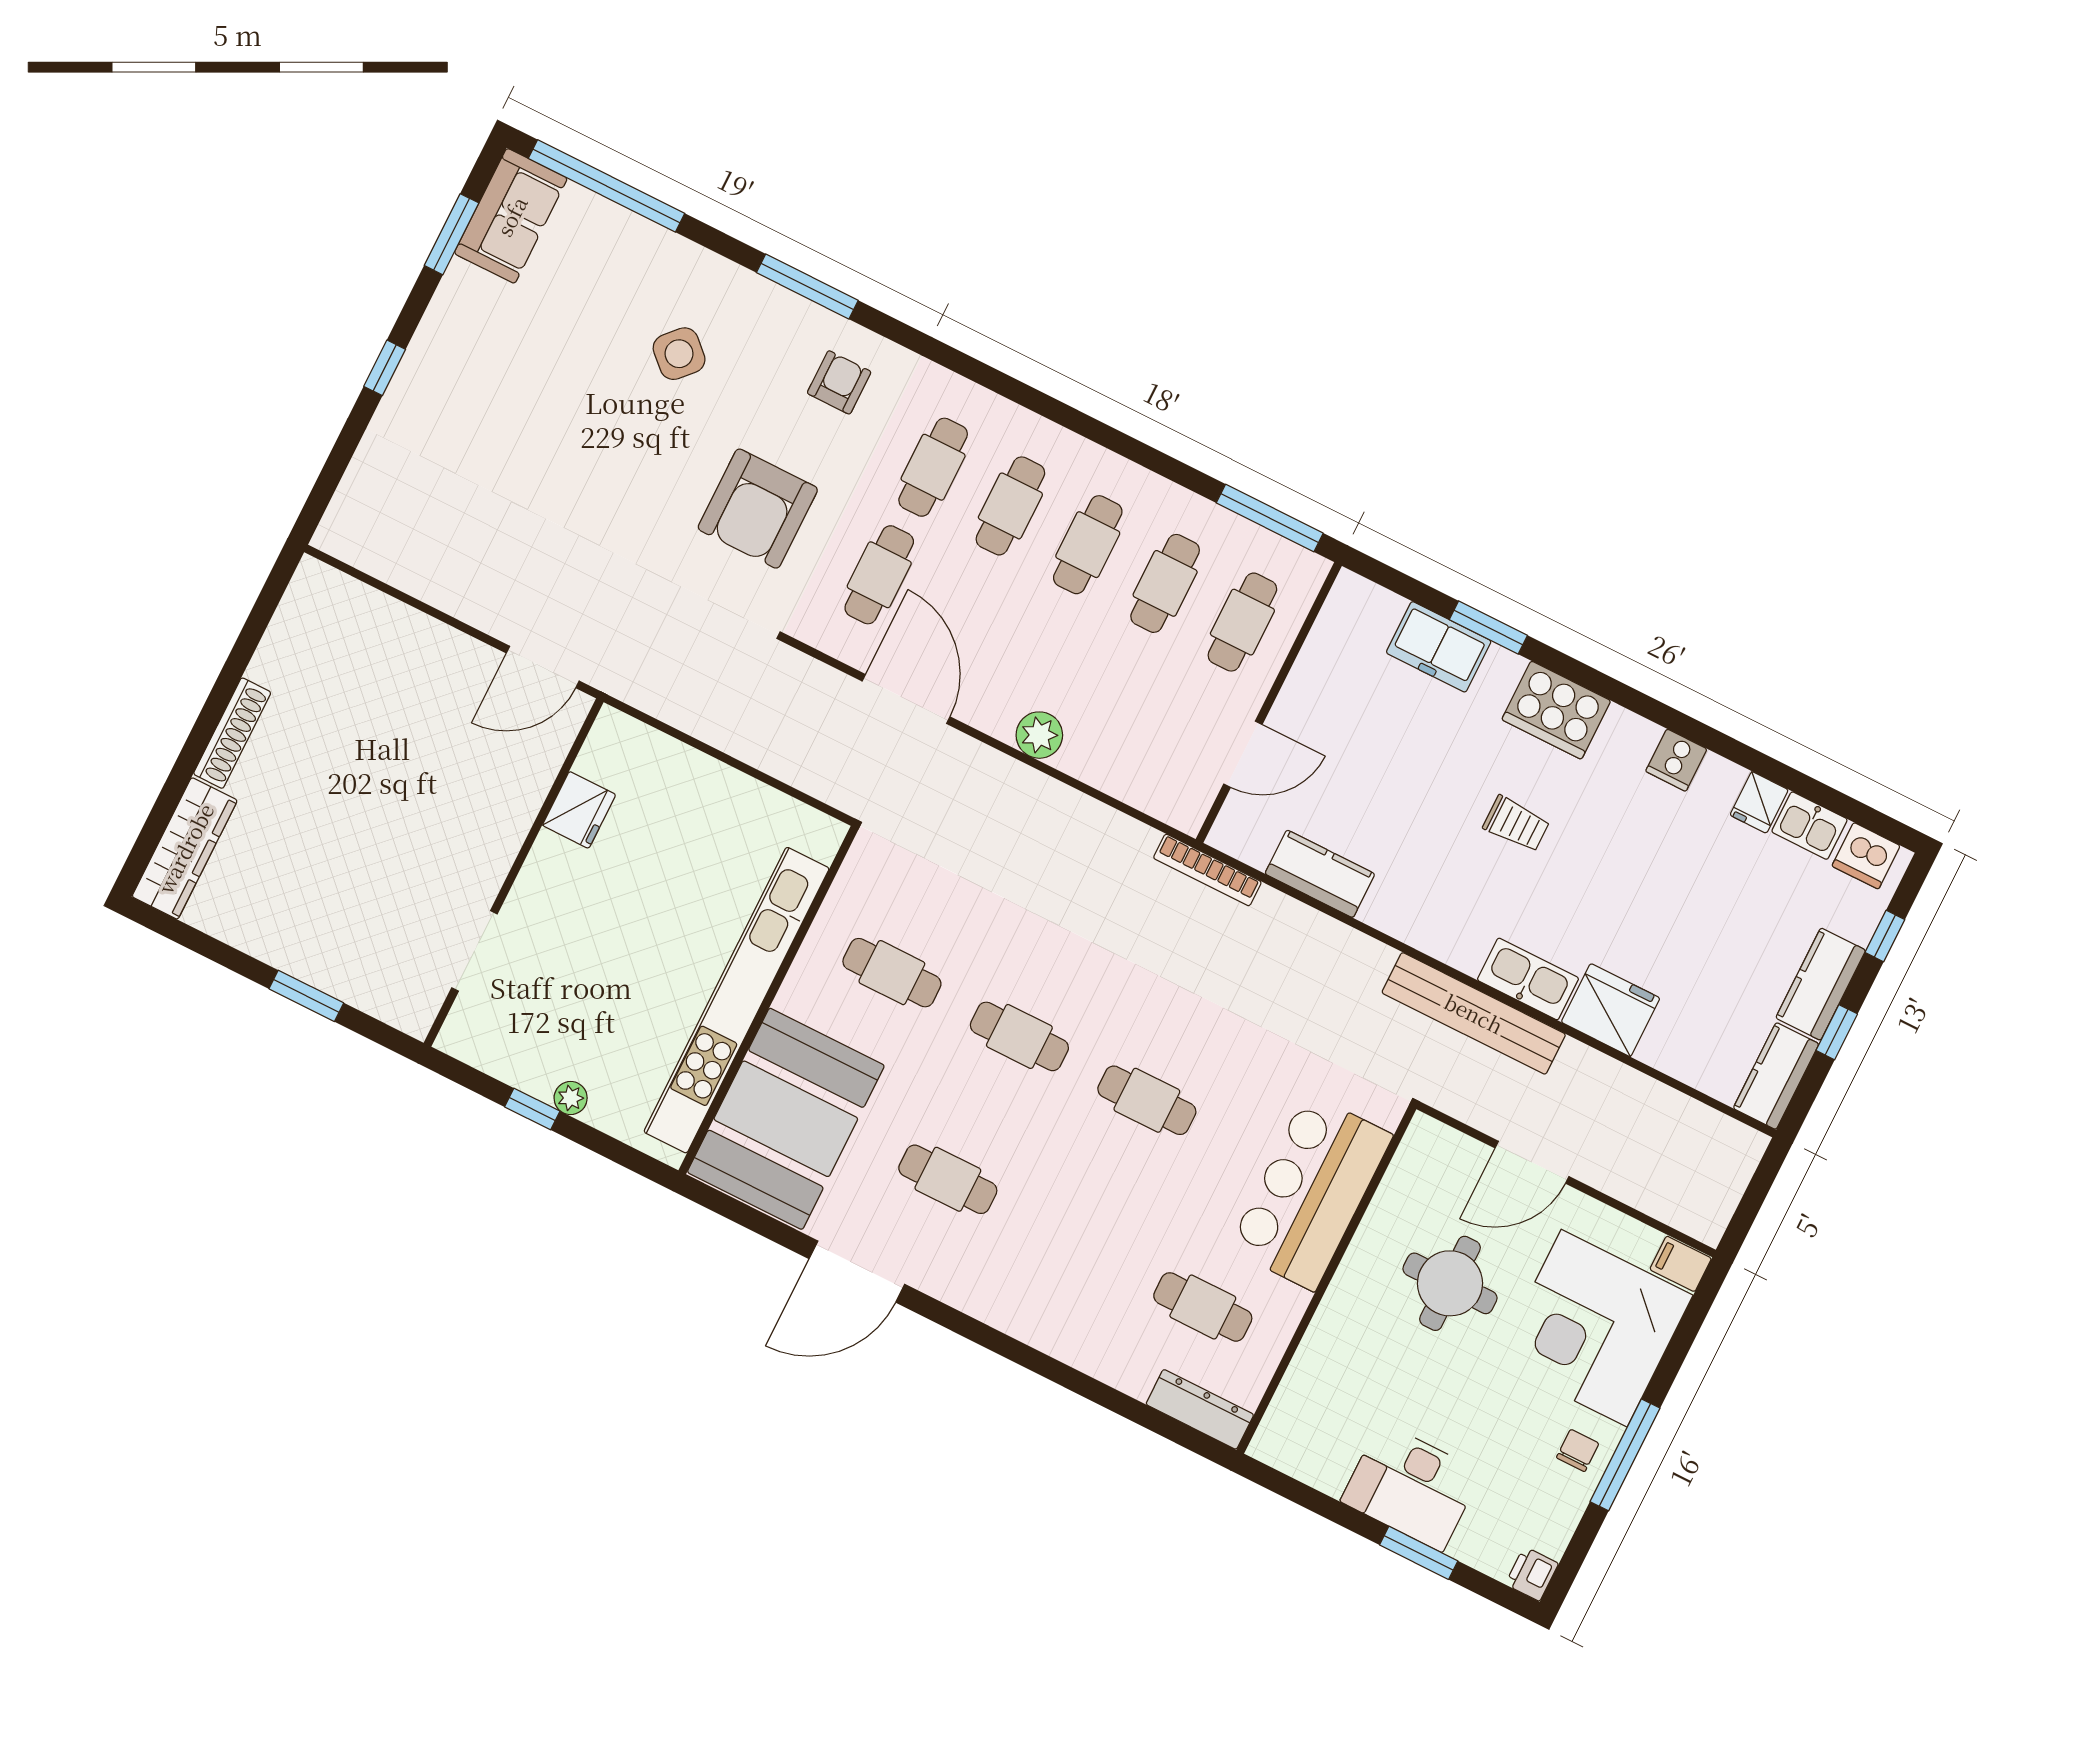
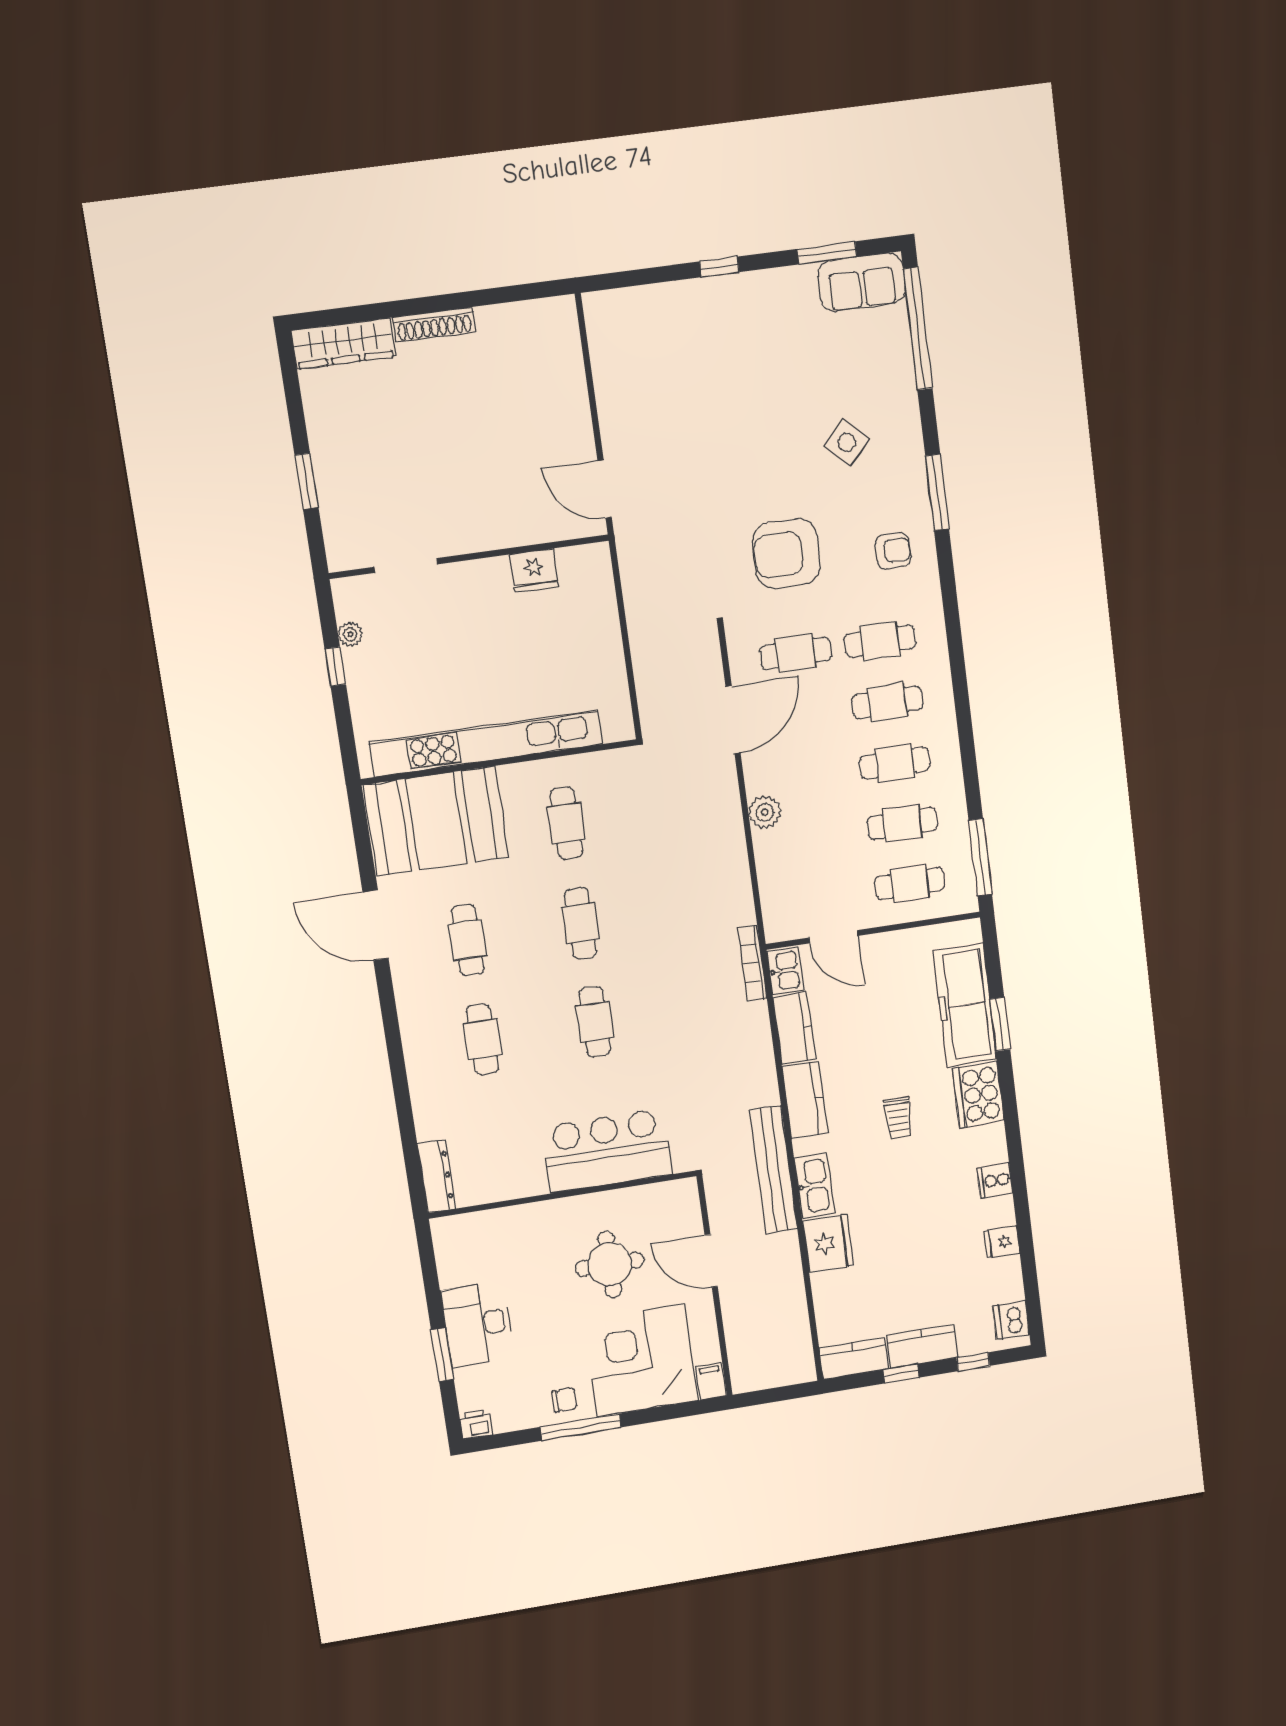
freezer: (1439, 647) -> (965, 1005), width x1.91, depth x1.26
kitchen sink: (1809, 826) -> (785, 971), moved, turned 180
kitchen counter: (1415, 920) -> (805, 1100), added
plant: (571, 1098) -> (350, 634), moved
cafe table: (1203, 1307) -> (483, 1039), moved

